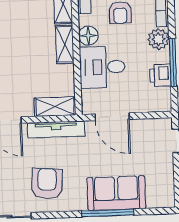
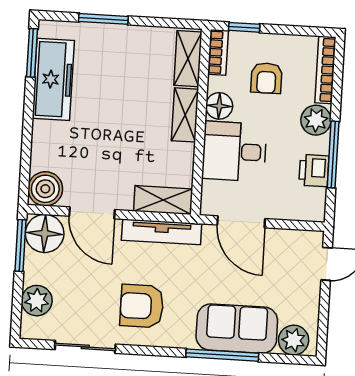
armchair: (47, 184) -> (142, 306), turned -94
plant: (158, 197) -> (294, 340), added

